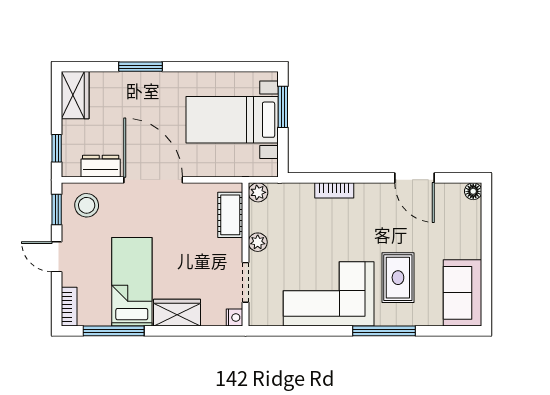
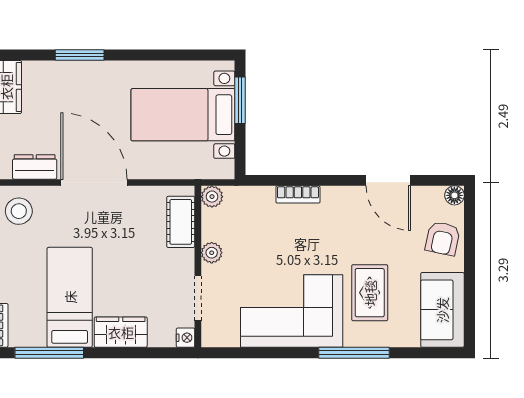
armchair: (463, 230) -> (443, 239), added

